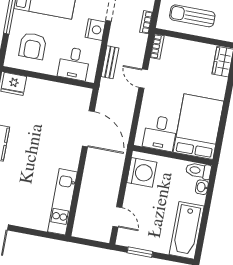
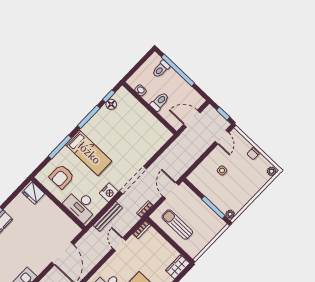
bench: (110, 62) -> (108, 217), width x1.36
desk: (74, 64) -> (81, 205), width x1.37

